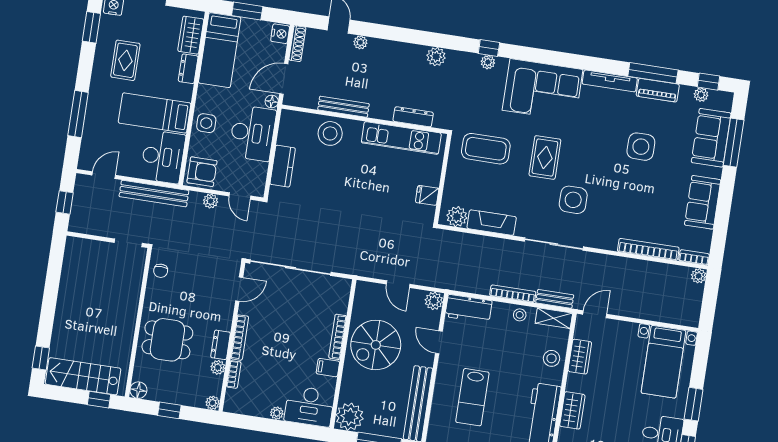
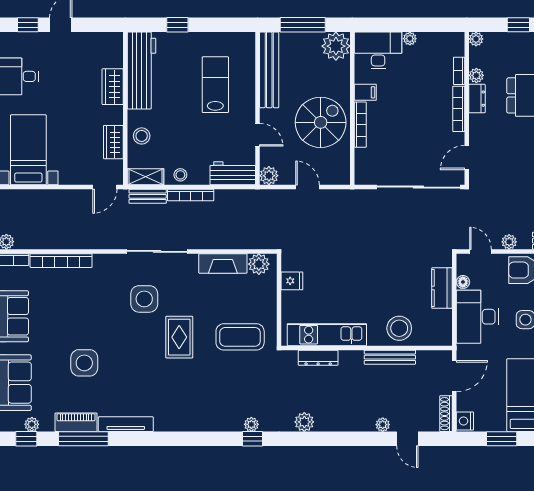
corner sofa: (543, 90) -> (192, 405), removed
floor lamp: (272, 101) -> (463, 282), moved

